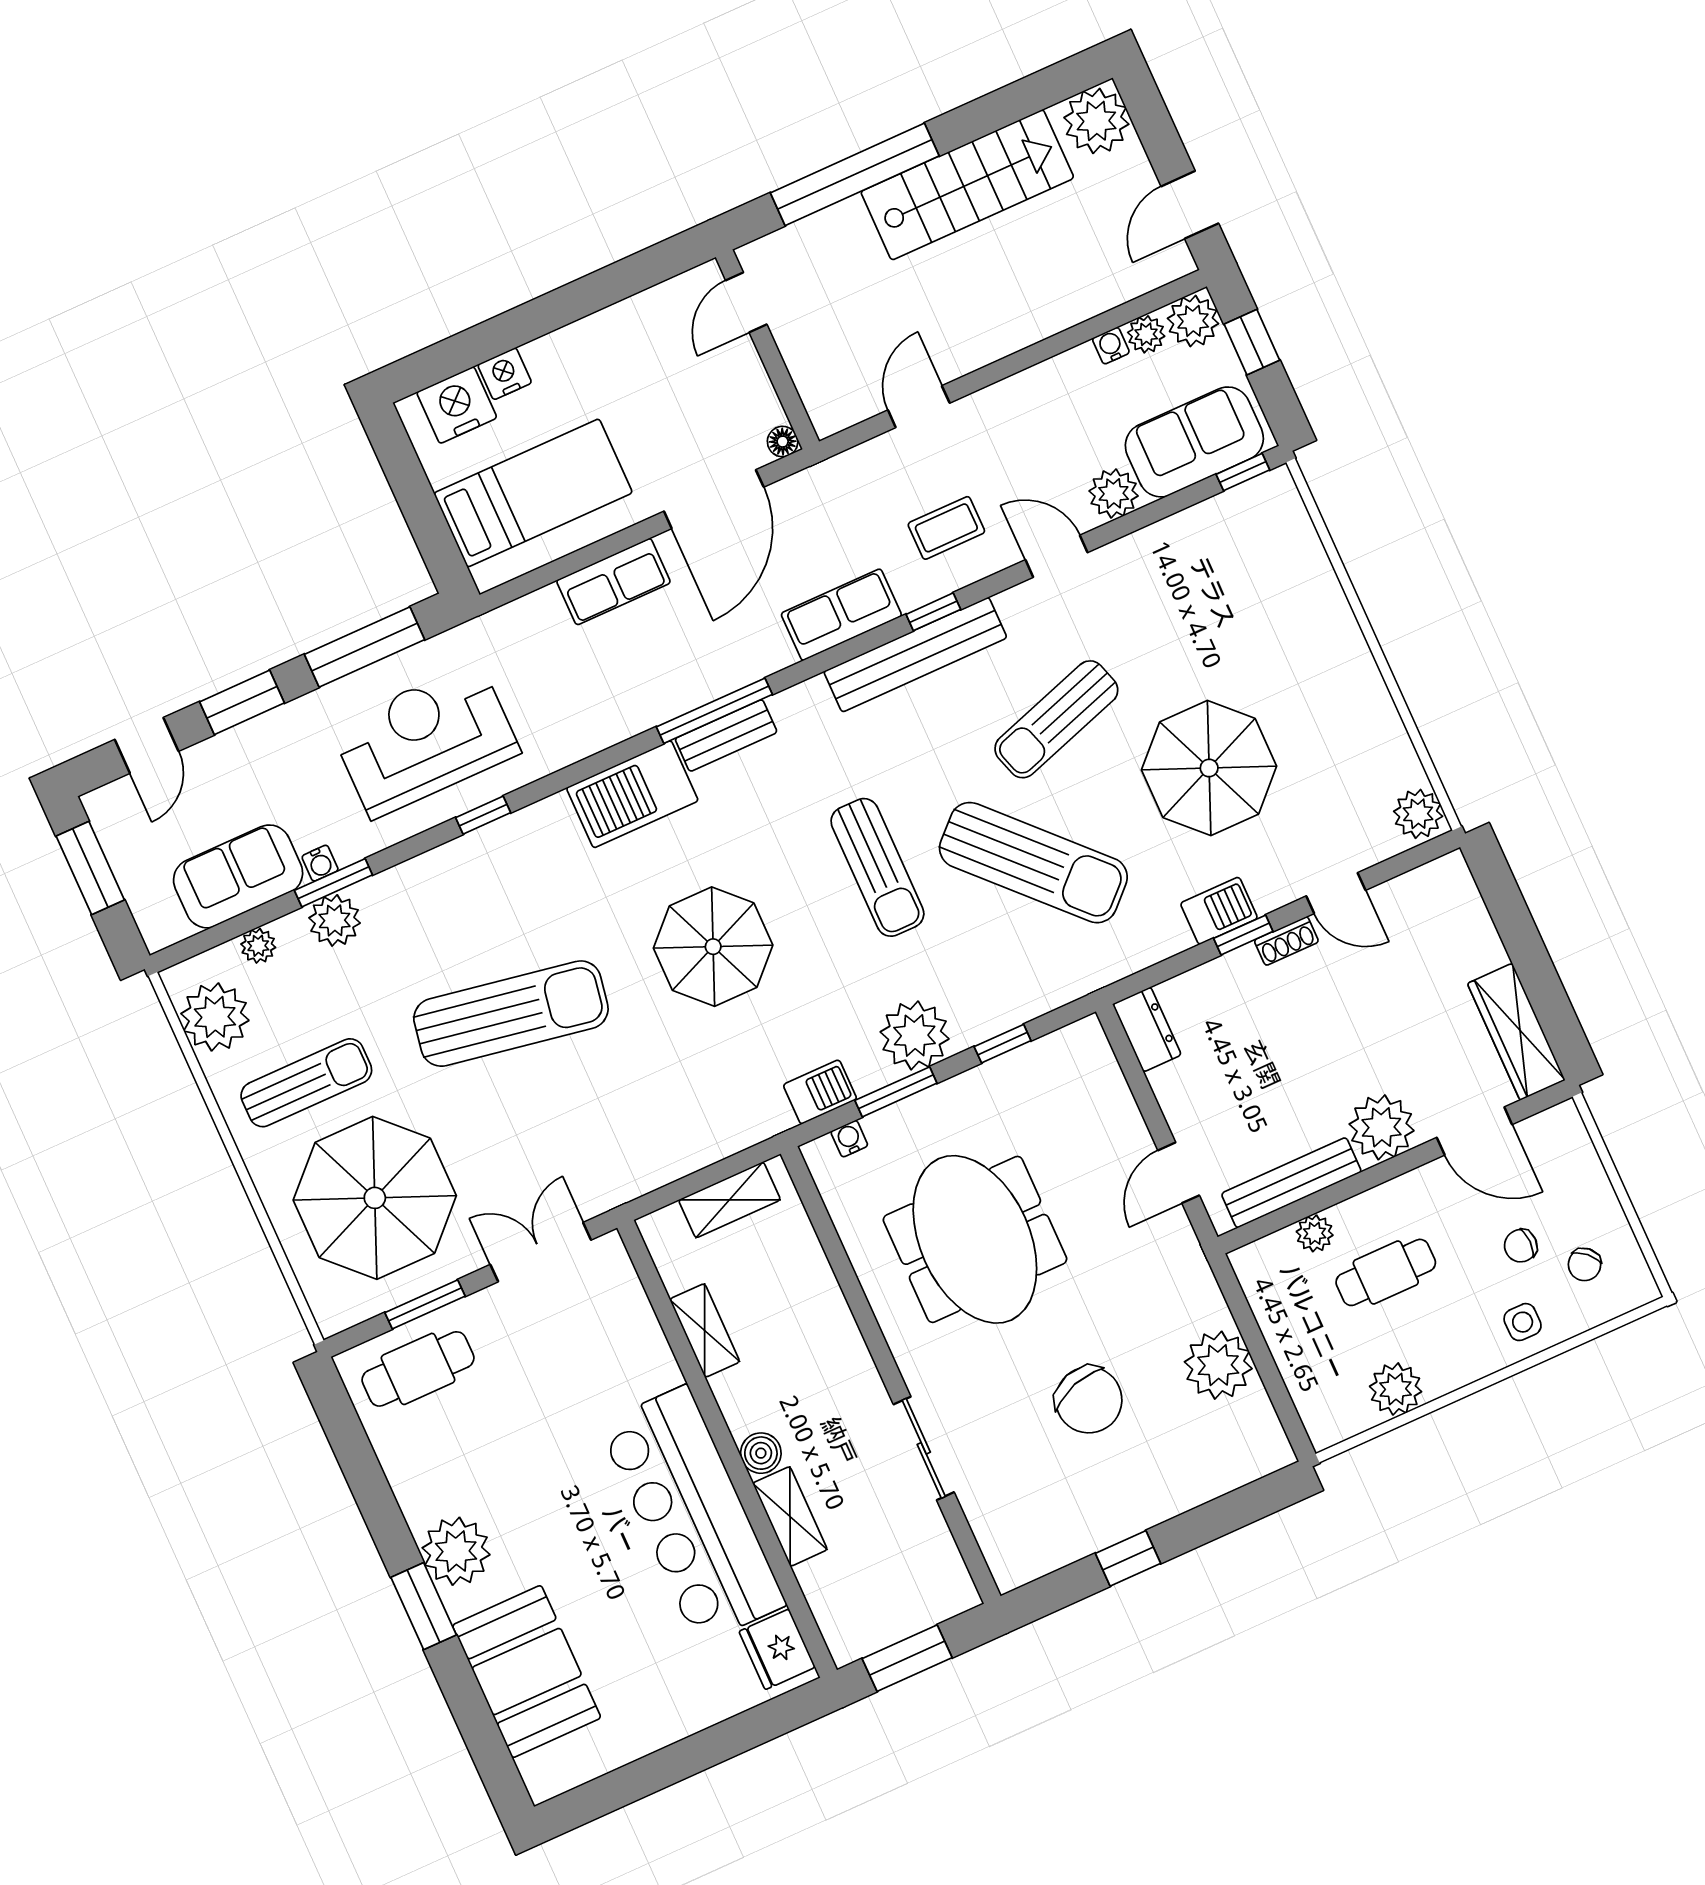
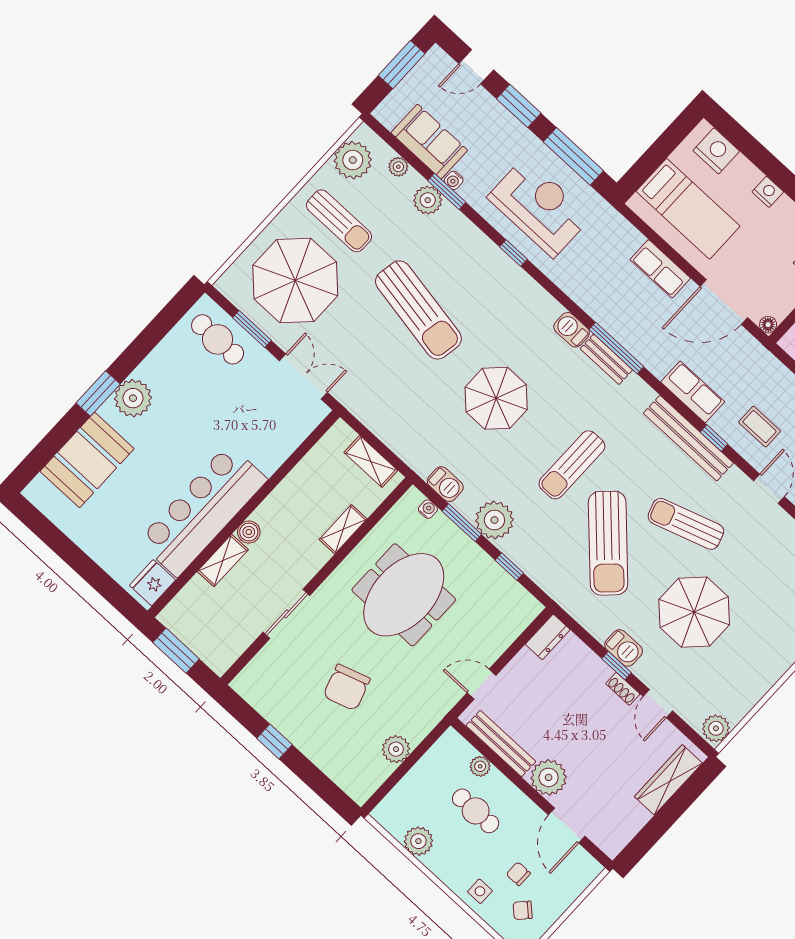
nightstand: (505, 374) -> (768, 192), moved
barbecue: (632, 794) -> (572, 330), width x0.53, depth x0.65
wardrobe: (1516, 1032) -> (668, 780), moved
shelving: (705, 1330) -> (343, 529), moved
plant: (1218, 1365) -> (396, 749), width x0.73, depth x0.73

